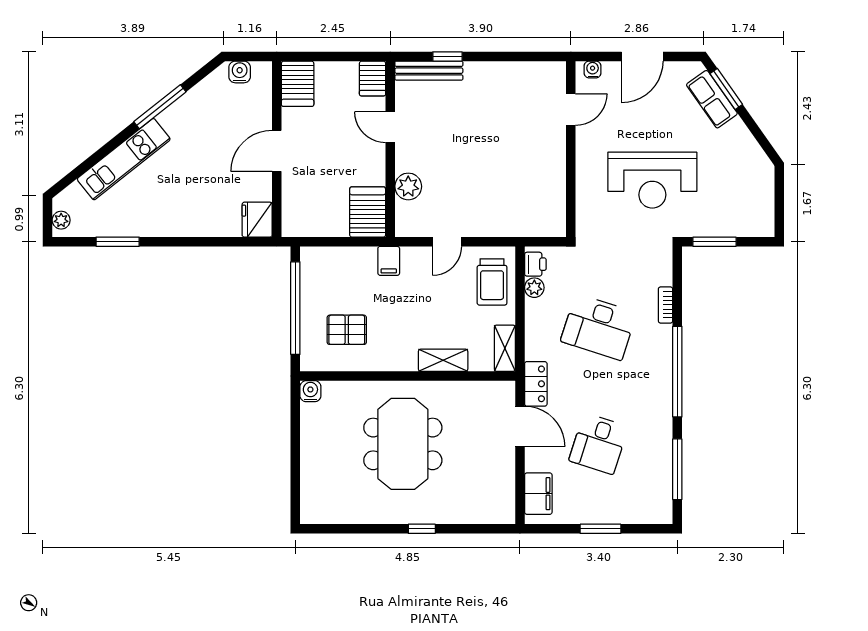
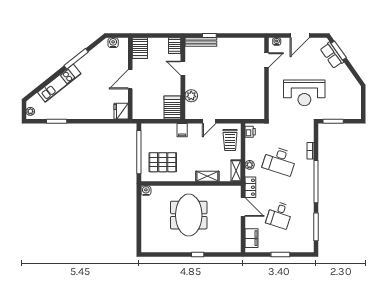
plant: (534, 288) -> (250, 165), moved
pallet: (347, 330) -> (163, 162), width x1.50, depth x1.42

